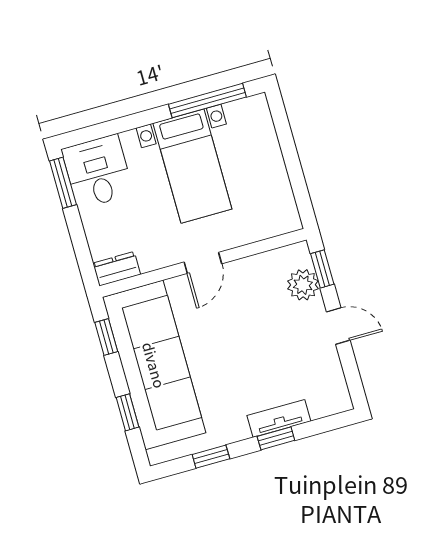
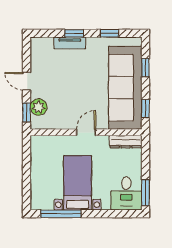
dresser: (117, 269) -> (126, 142), width x1.44

